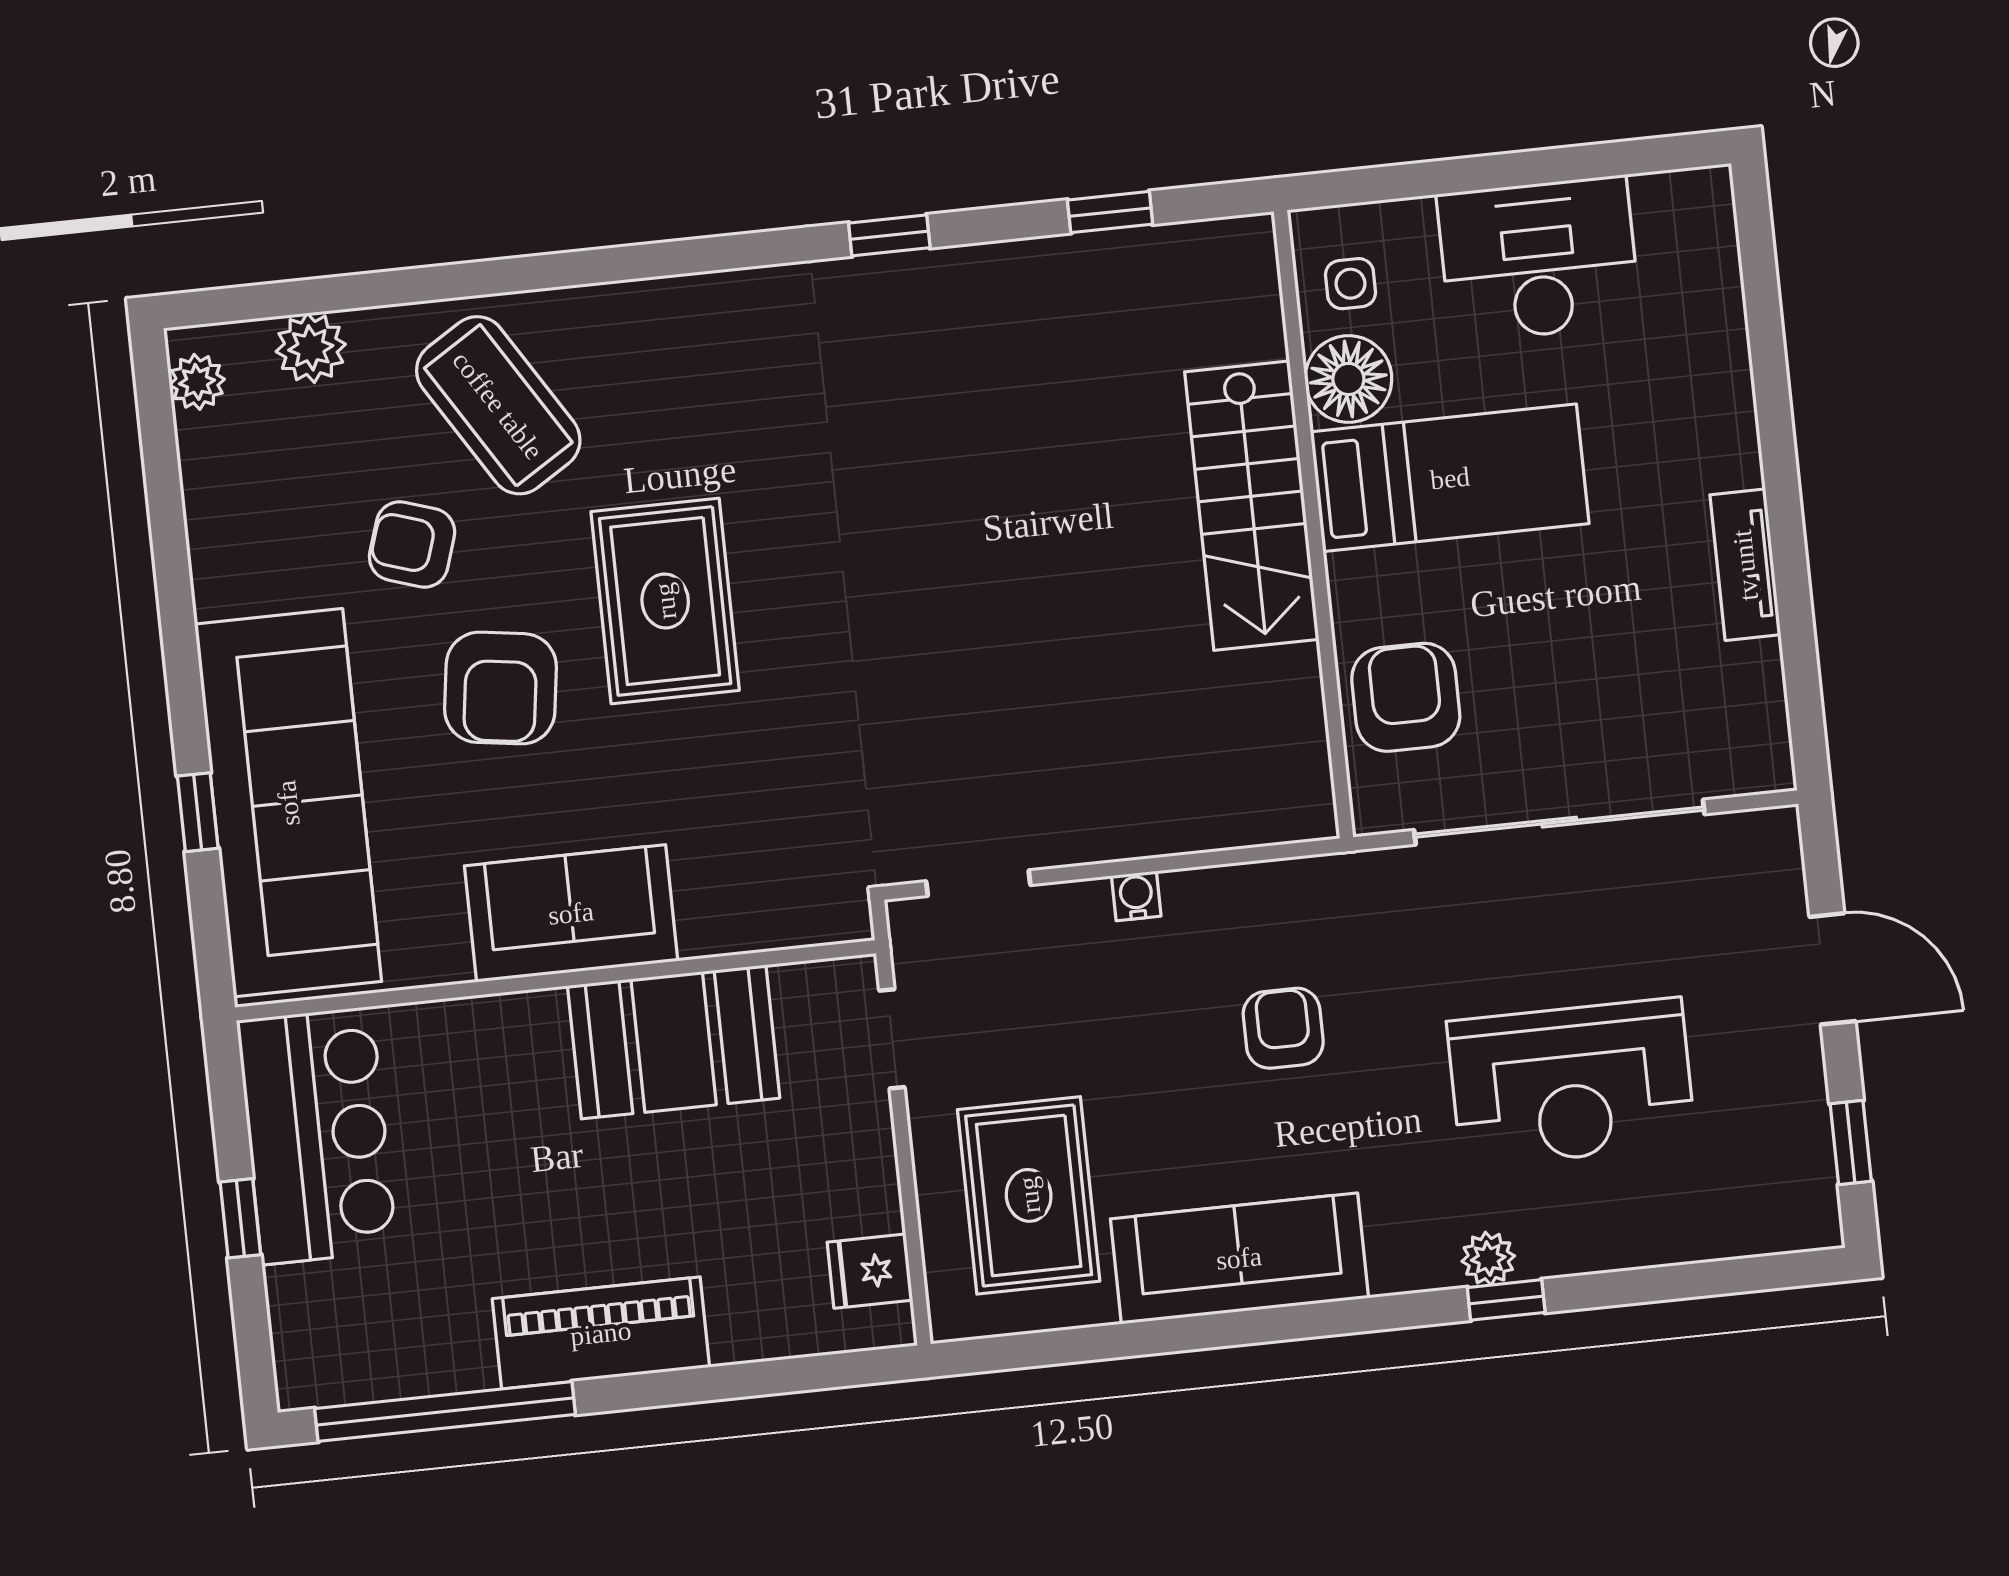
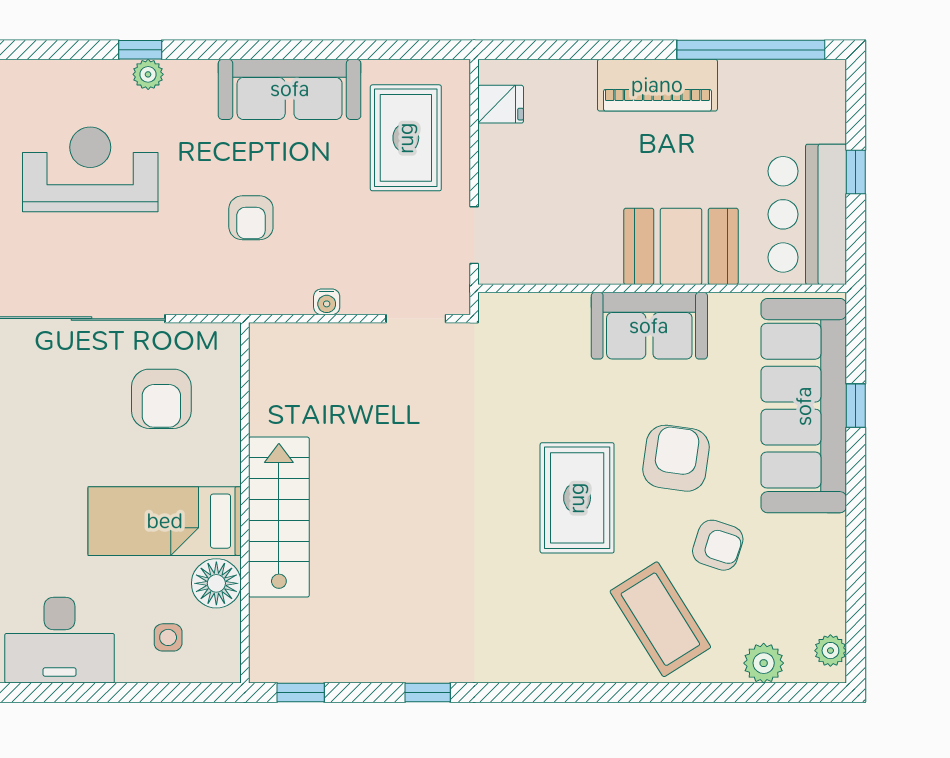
floor lamp: (1348, 379) -> (216, 583), moved
bed: (1450, 478) -> (165, 521), moved
stairs: (1252, 506) -> (279, 517), moved
wall: (1313, 524) -> (245, 503), moved
booth: (674, 1042) -> (681, 246), moved

